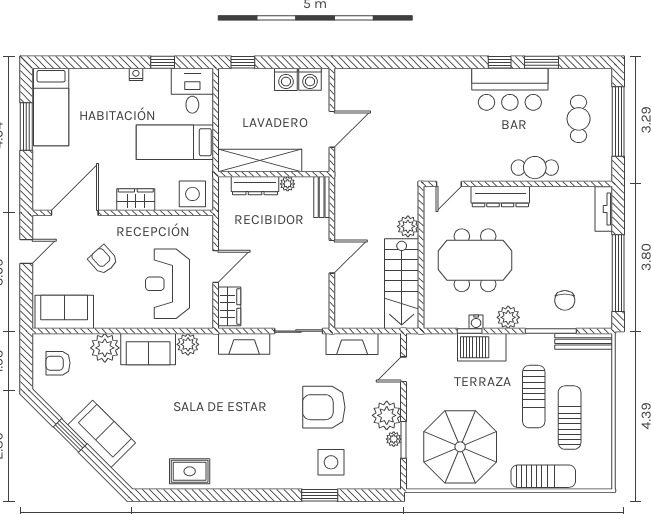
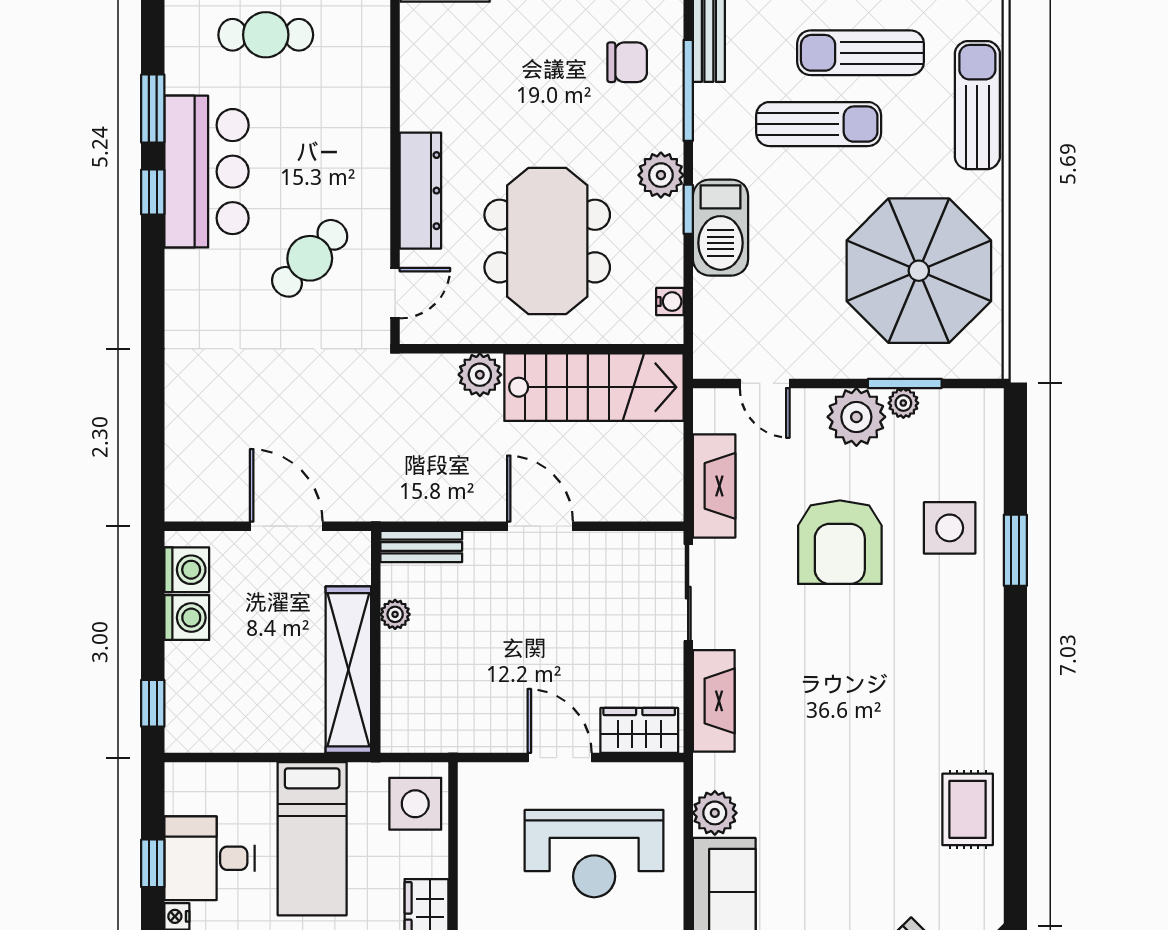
desk: (192, 91) -> (209, 858), moved
cafe table: (535, 168) -> (310, 258), moved, turned 44
door: (449, 184) -> (395, 293), hinge flipped
dresser: (255, 186) -> (399, 679), removed
water cooler: (476, 322) -> (670, 302), moved
window: (470, 331) -> (688, 209), moved

